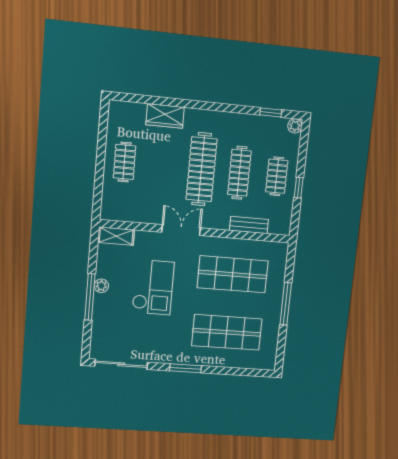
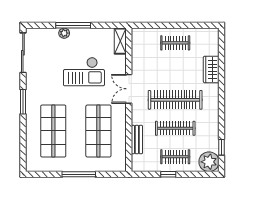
plant: (295, 126) -> (209, 162), width x1.88, depth x1.88
double door: (181, 230) -> (129, 89), swing flipped
plant: (101, 286) -> (64, 33), moved

